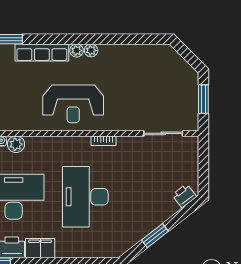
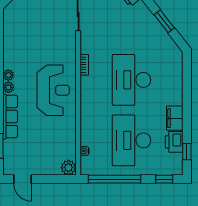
plant: (16, 144) -> (87, 138), removed
desk: (85, 197) -> (131, 80), turned 90

